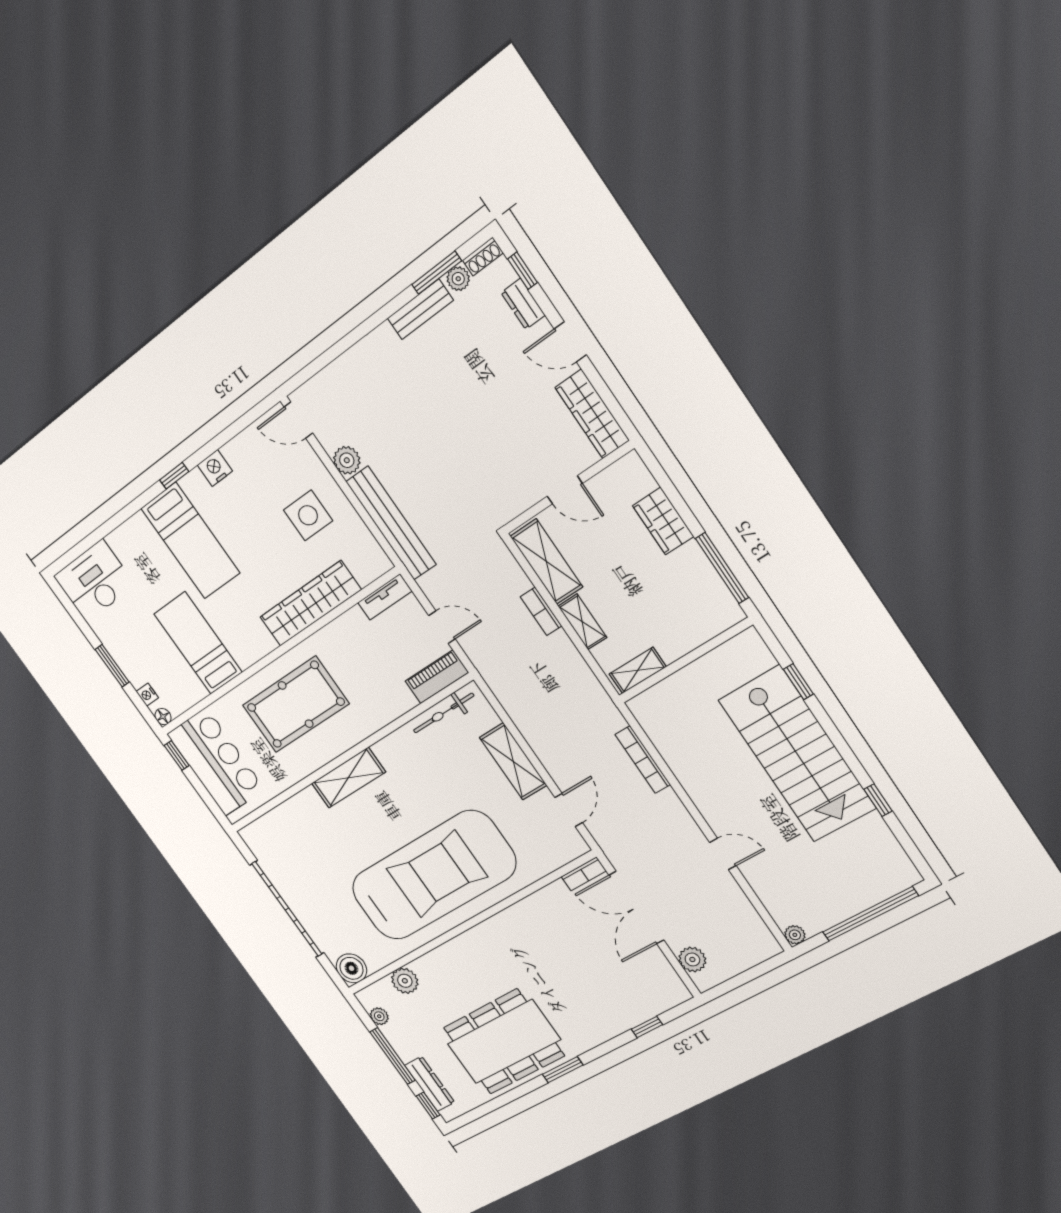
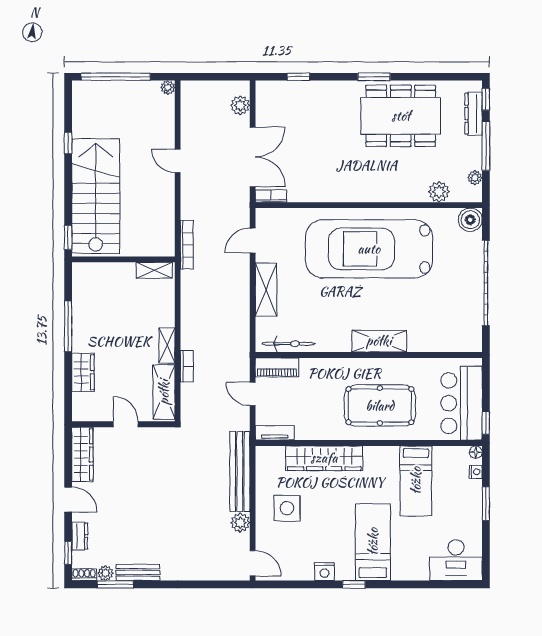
wall: (685, 661) -> (123, 259), moved
shelving: (638, 670) -> (154, 270), moved

